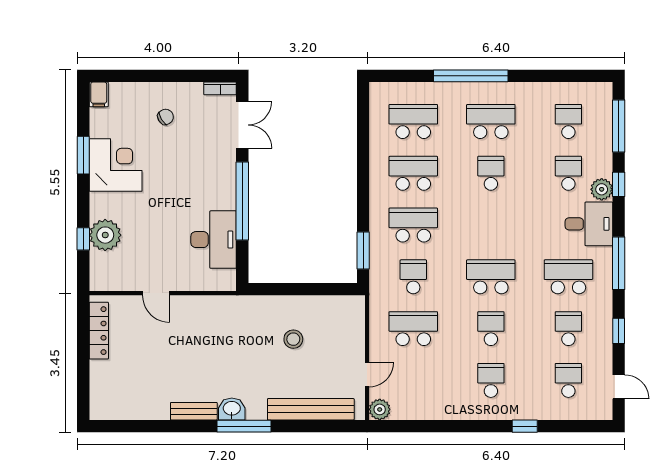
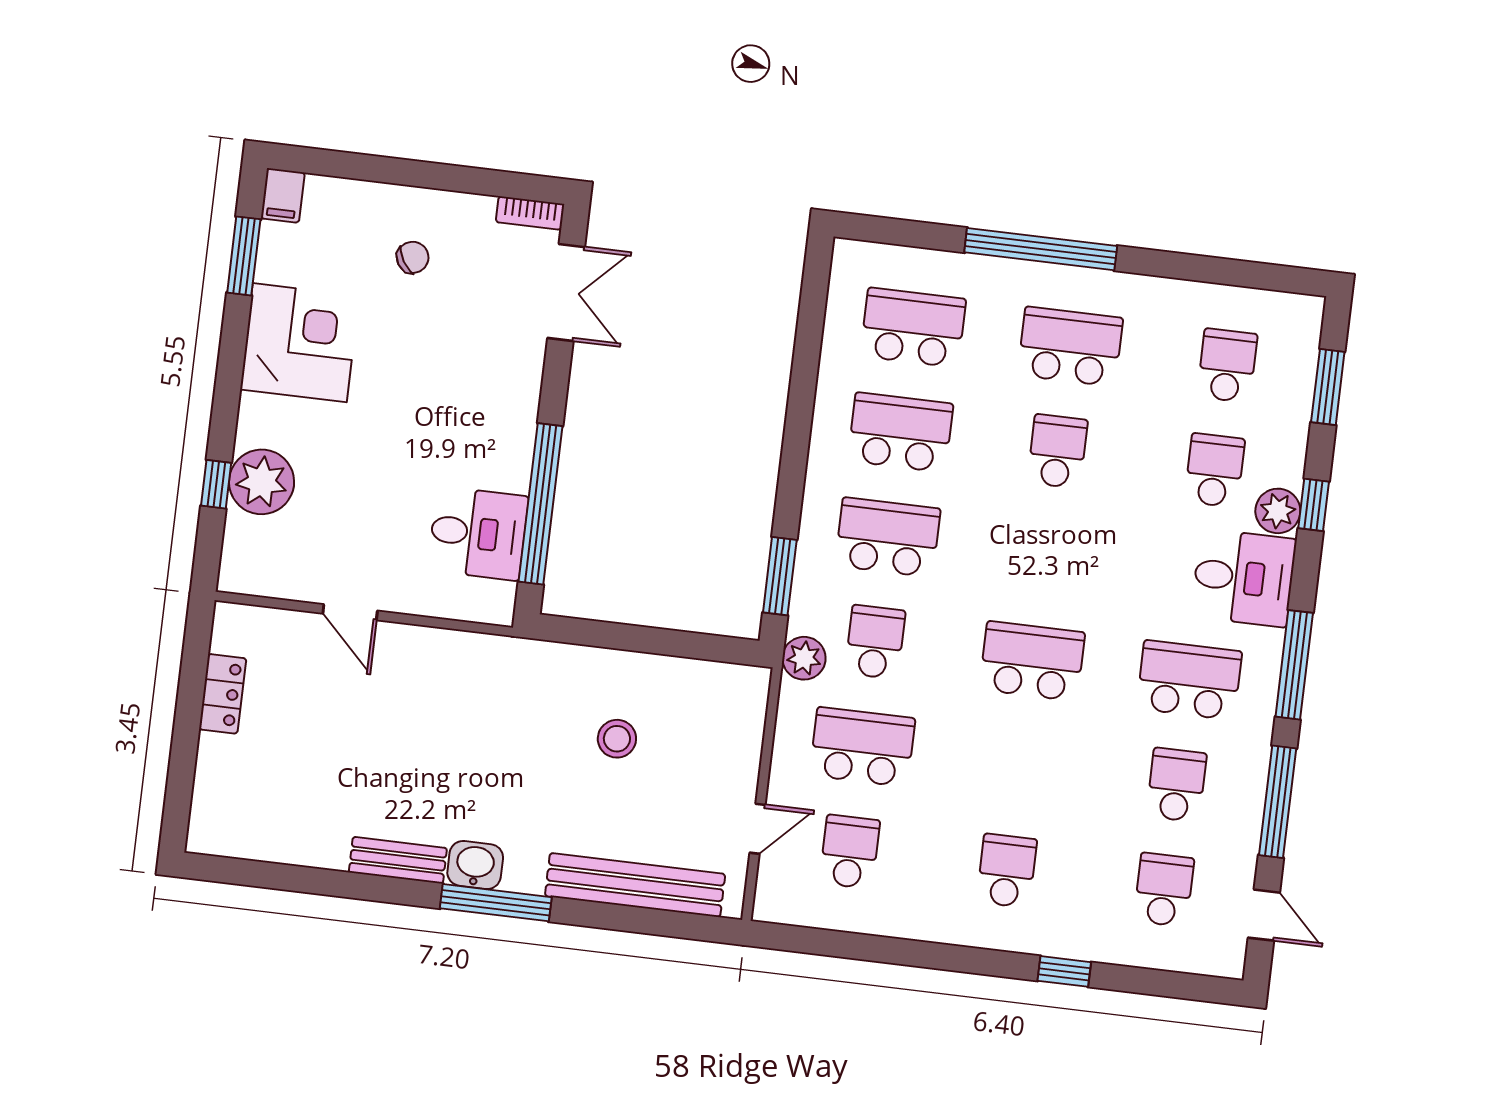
window: (619, 126) -> (1328, 387), width x0.69
window: (83, 155) -> (244, 256), moved
window: (242, 201) -> (540, 504), moved
desk: (214, 240) -> (478, 533), width x0.73
school desk: (491, 329) -> (850, 852), moved
locker: (99, 331) -> (223, 694), width x0.66
window: (619, 331) -> (1278, 802), width x2.17
plant: (380, 409) -> (804, 658), moved

